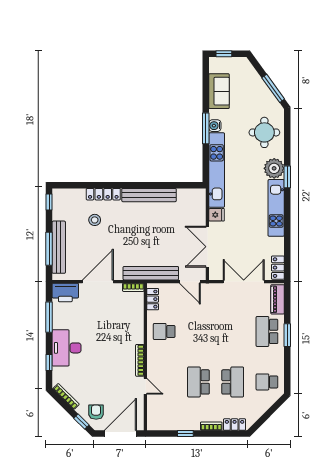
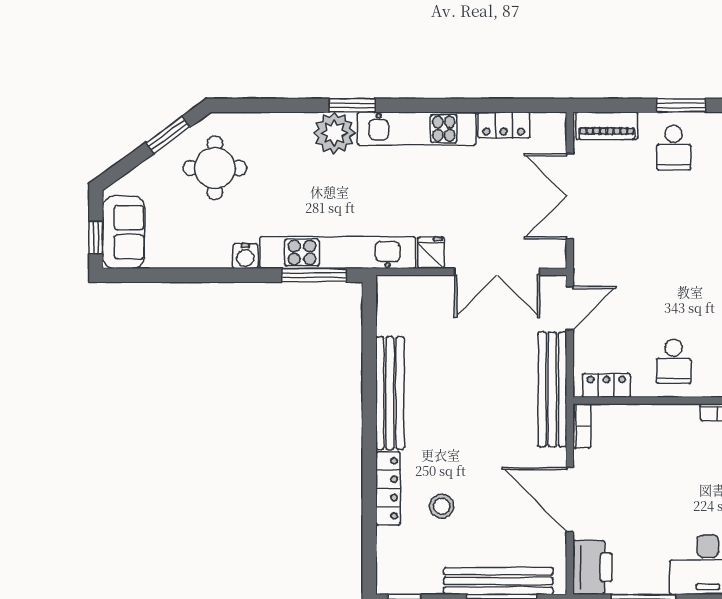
window: (273, 88) -> (168, 135), width x0.69
sofa: (219, 91) -> (124, 232), moved, turned 90
window: (206, 128) -> (314, 275), moved
round table: (264, 132) -> (215, 168), moved
locker: (278, 268) -> (504, 125), moved
school desk: (267, 331) -> (674, 148), width x0.54

